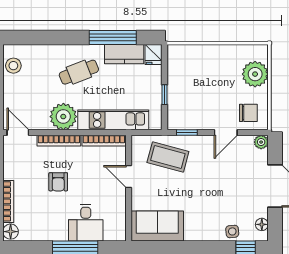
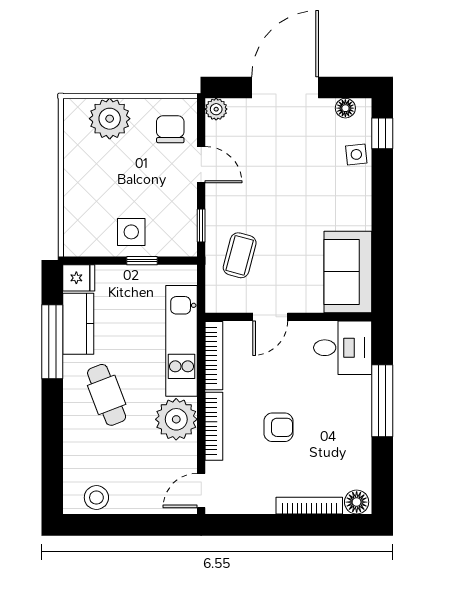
side table: (183, 88) -> (131, 232), added
coffee table: (168, 157) -> (240, 255), width x0.73, depth x0.77
desk: (86, 223) -> (343, 348), moved

